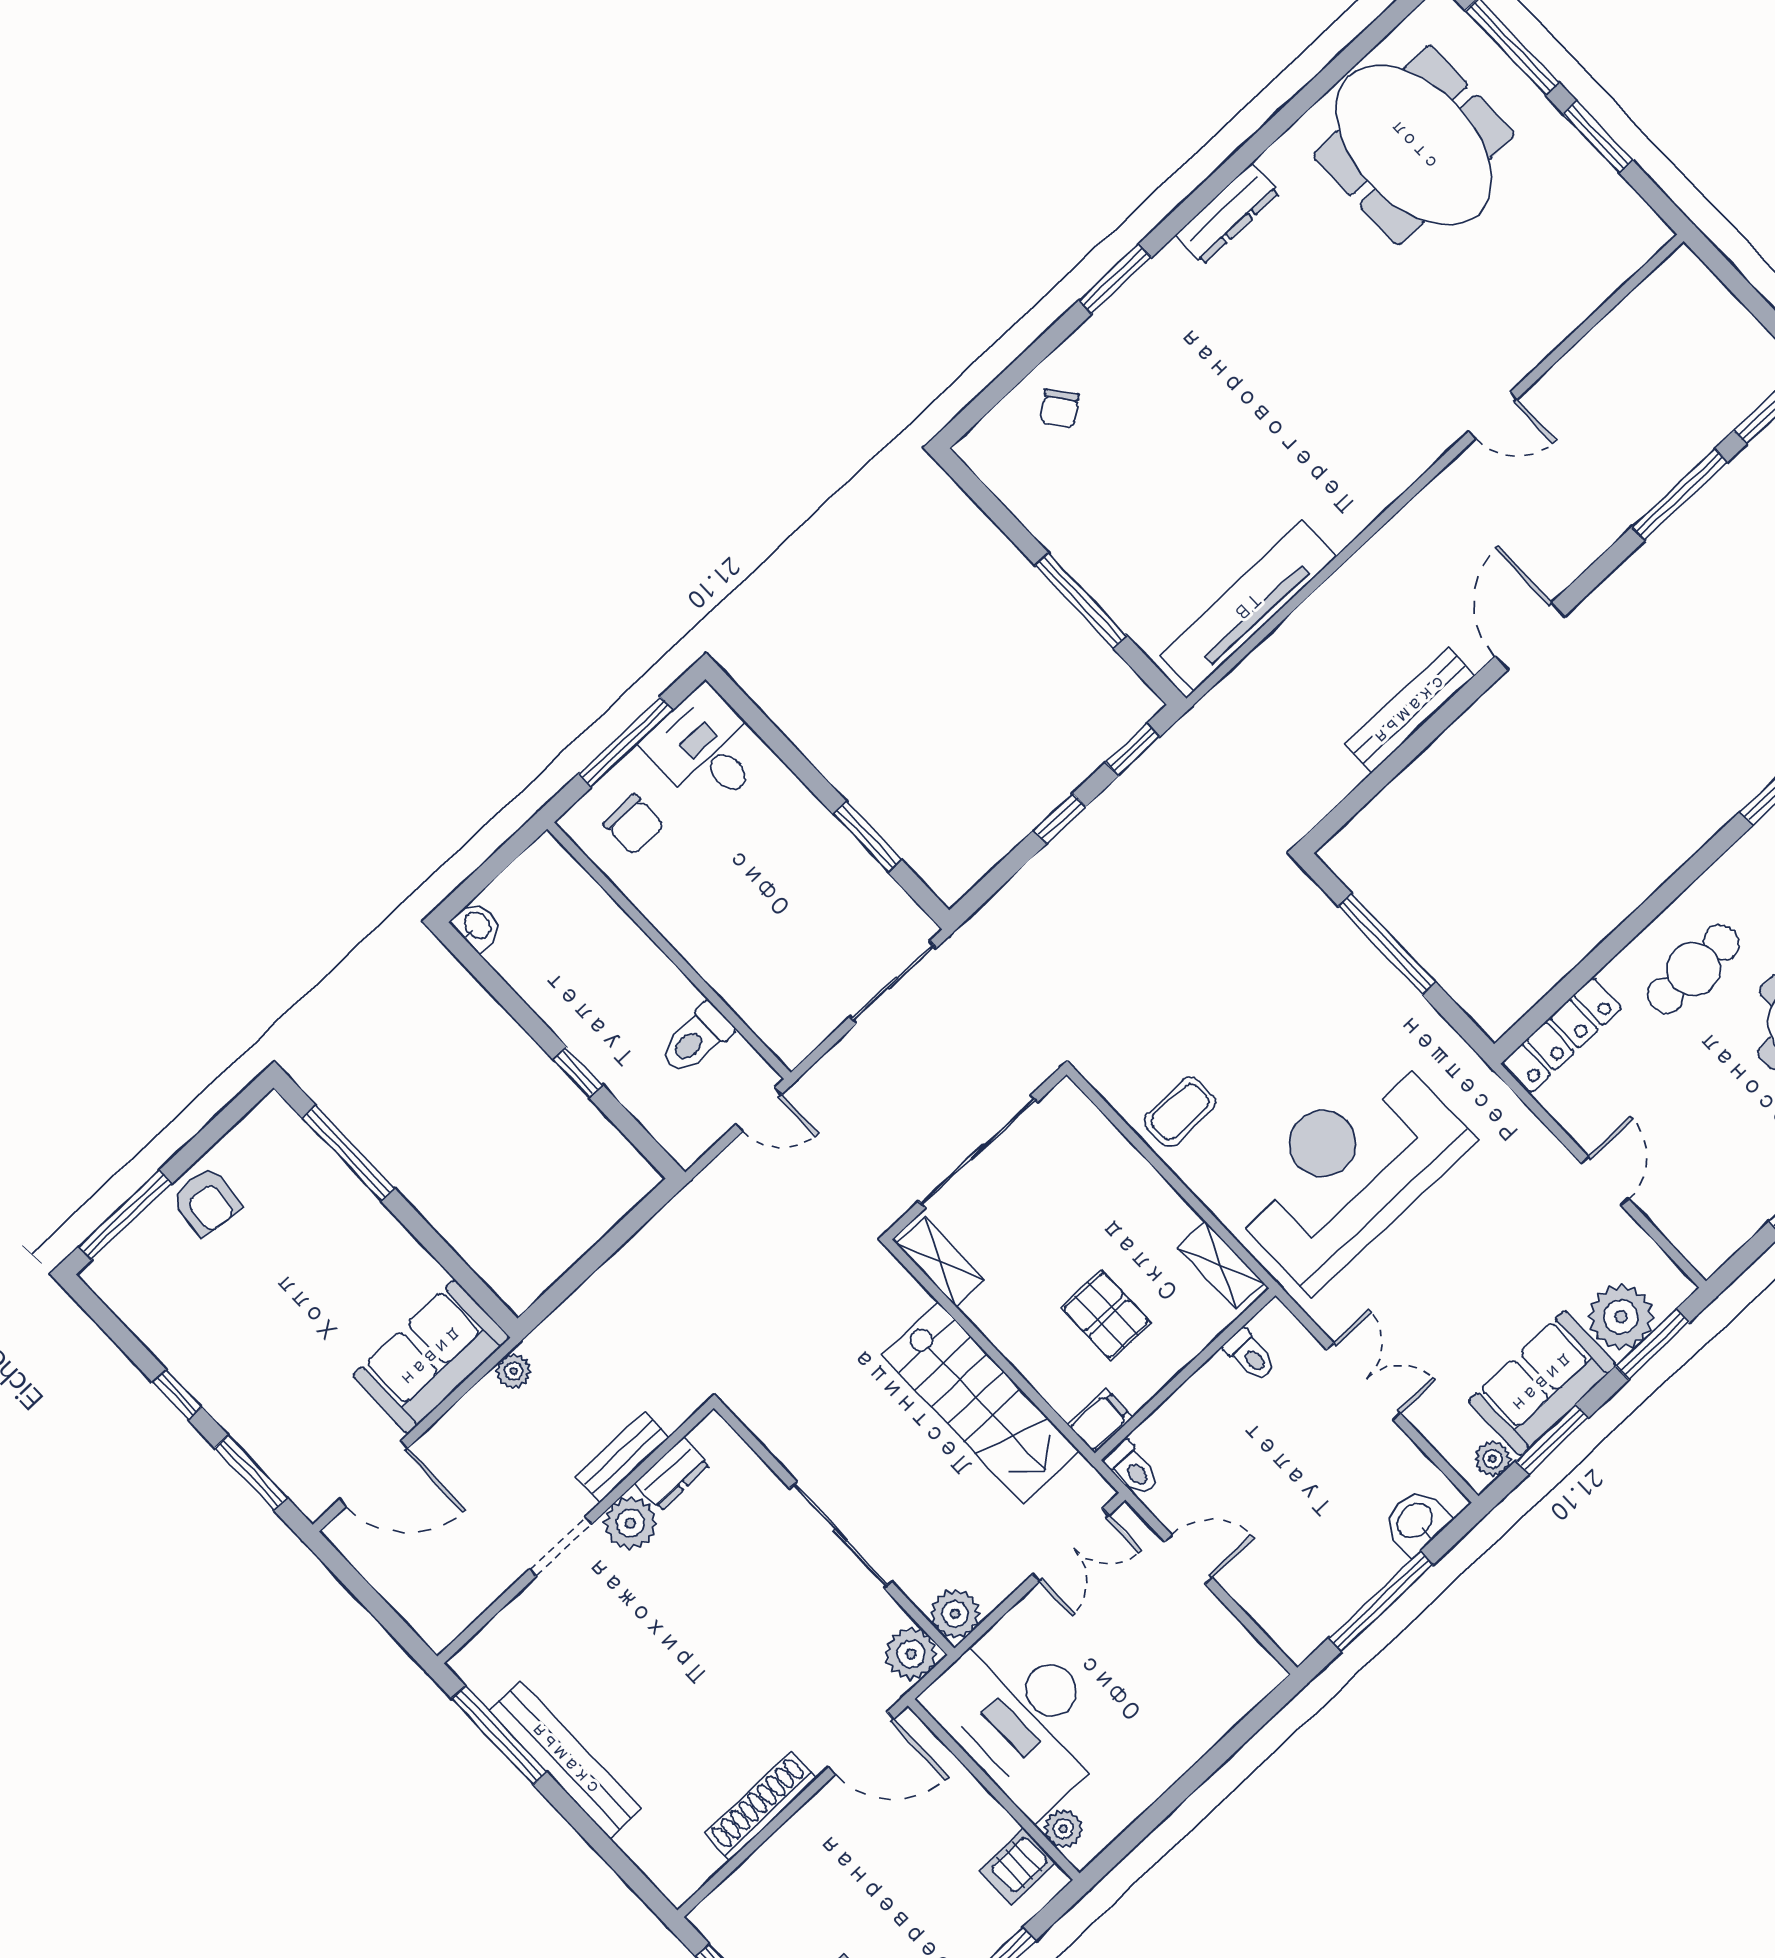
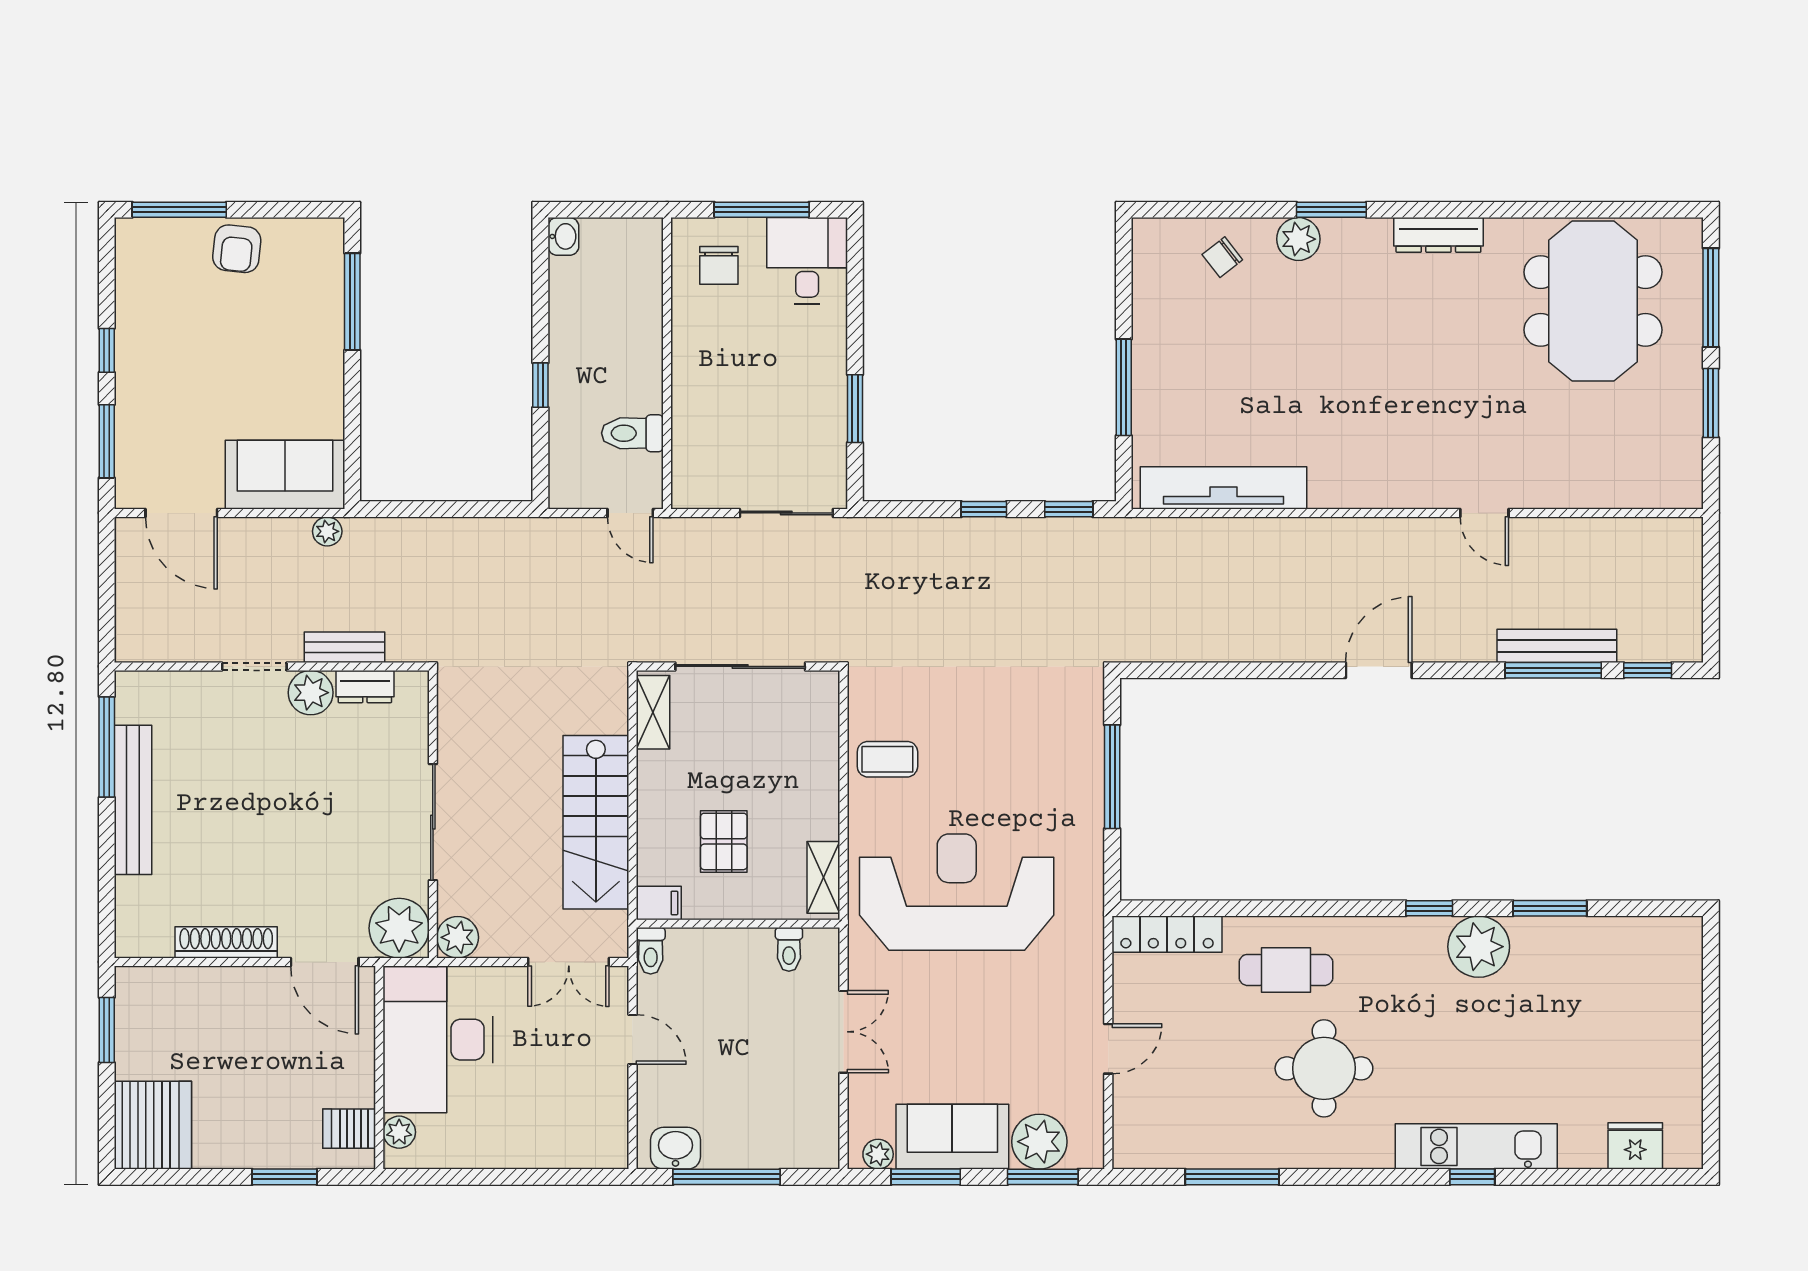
plant: (1110, 331) -> (1298, 239), added
bench: (1410, 710) -> (1557, 646), moved
washbasin: (1416, 1521) -> (675, 1148), moved
plant: (911, 1654) -> (399, 928), width x1.36, depth x1.36

